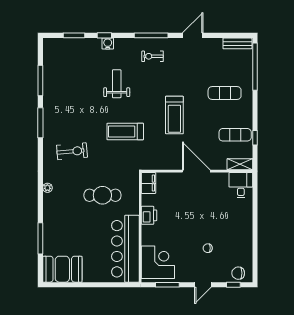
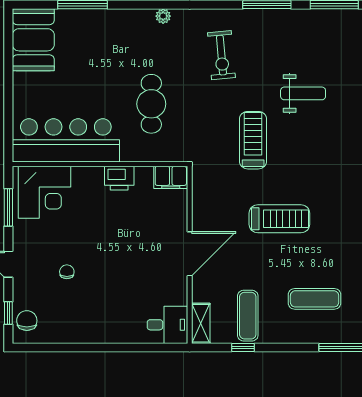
weight bench: (117, 84) -> (303, 93), moved
exercise mat: (225, 93) -> (315, 299), turned 90
treadmill: (174, 115) -> (279, 219), turned 180

